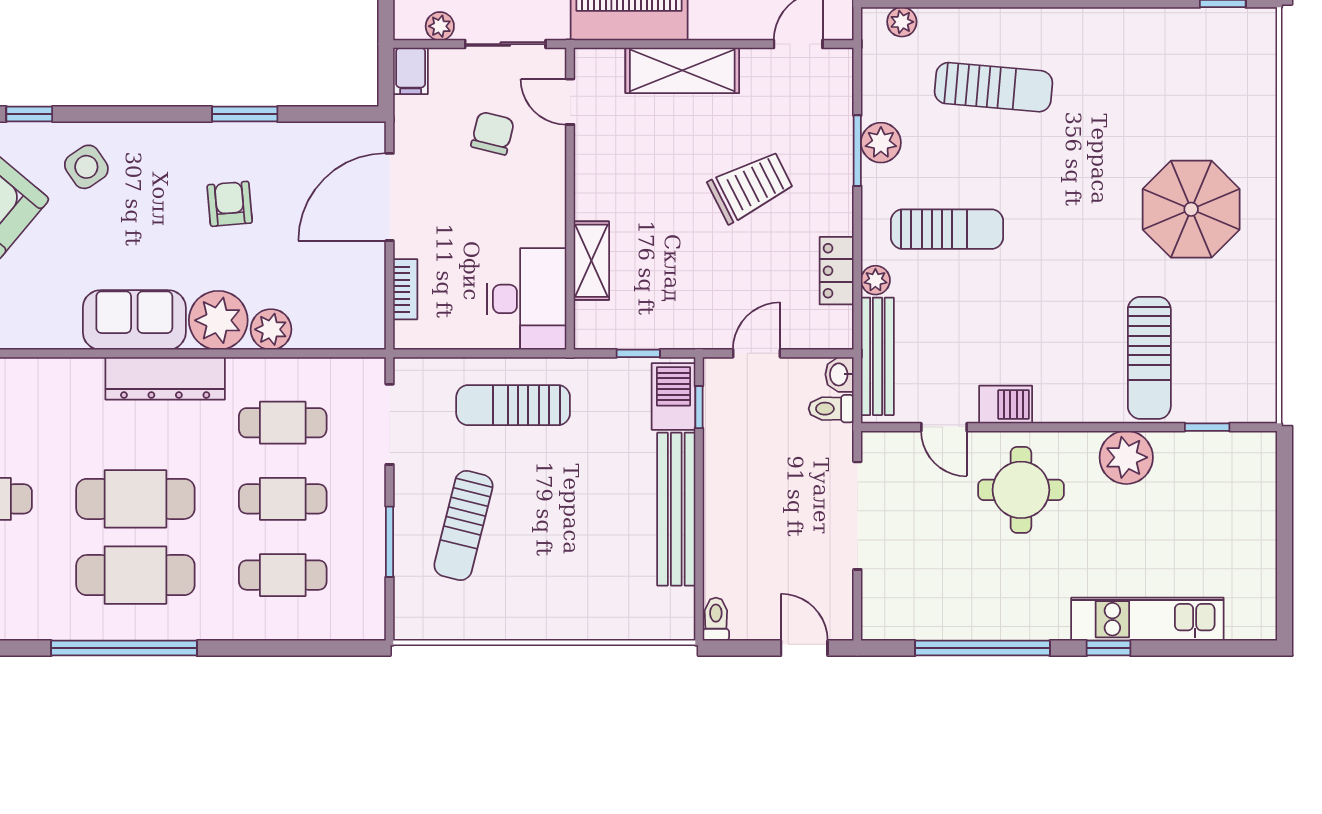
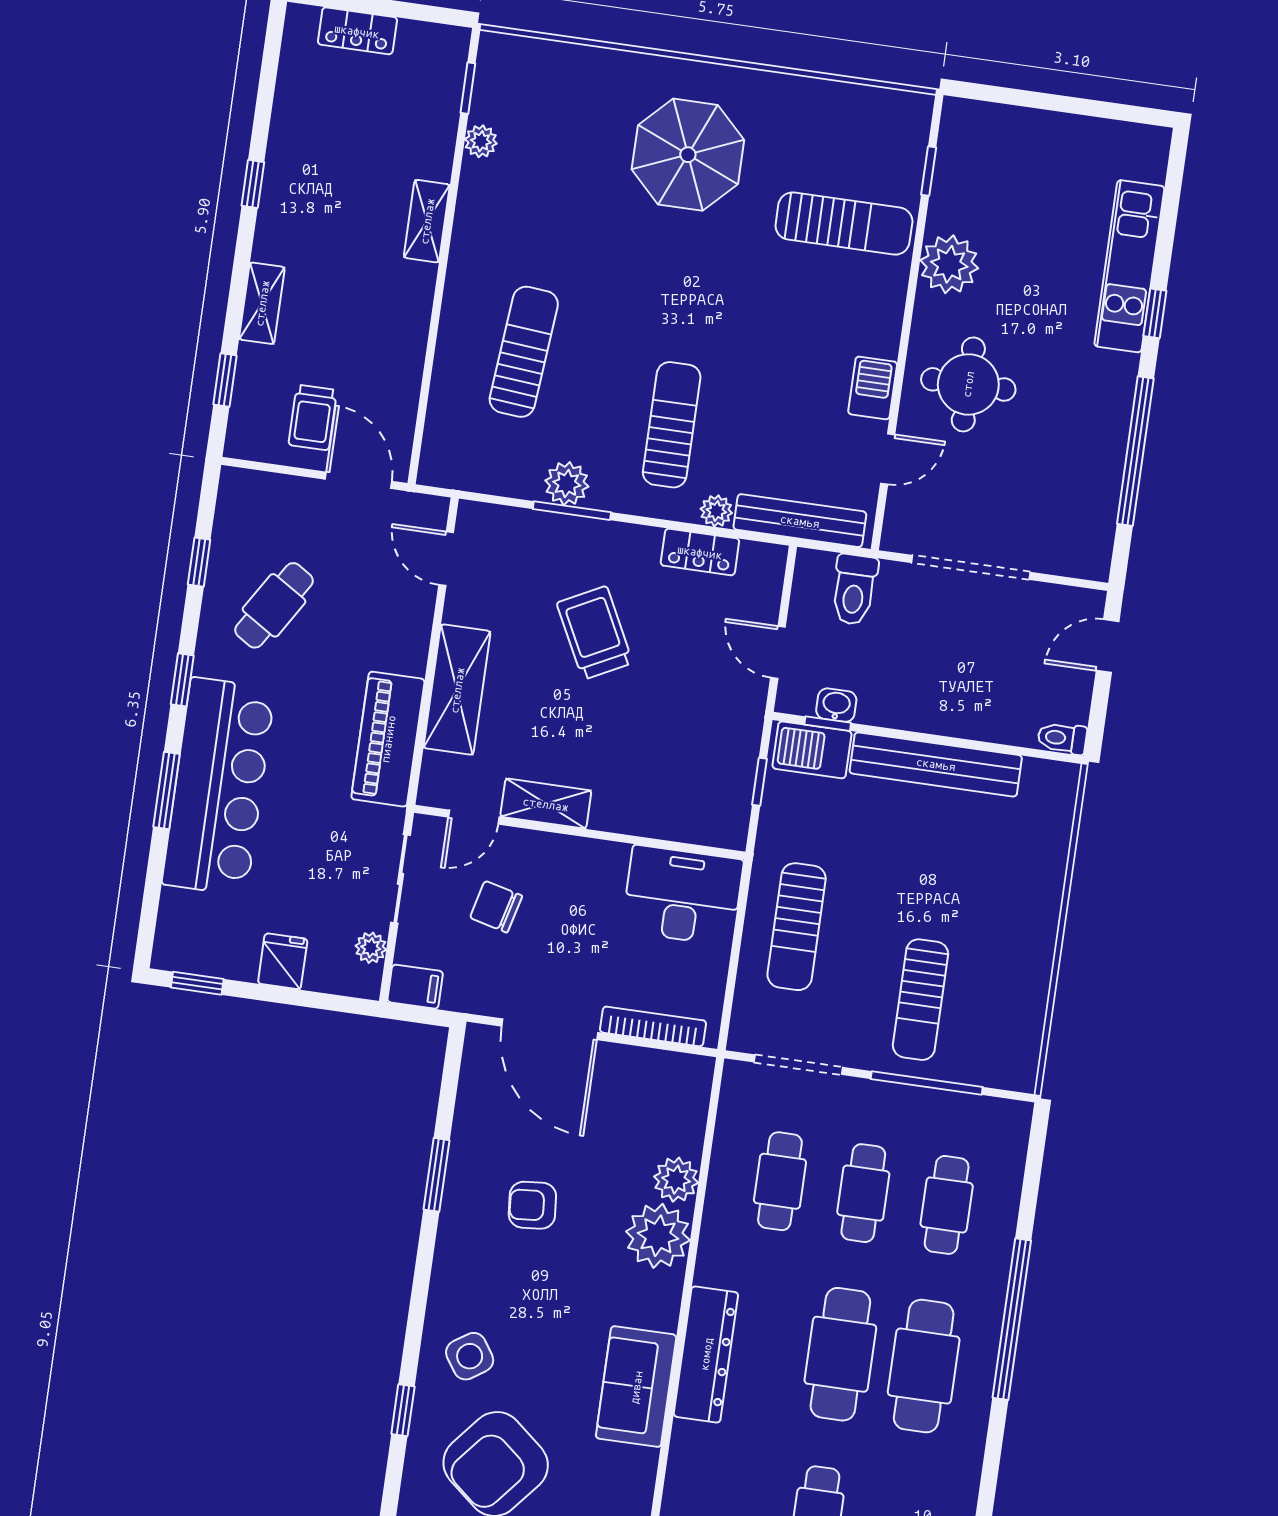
plant: (902, 22) -> (481, 141), moved
shelving: (591, 261) -> (546, 804), moved
bookcase: (405, 289) -> (653, 1026), width x1.56
sofa: (134, 320) -> (636, 1387), moved
washbasin: (840, 374) -> (836, 705), moved, turned 180
dresser: (165, 378) -> (706, 1354), moved
toilet: (831, 409) -> (854, 590), width x1.37, depth x1.39
sun lounger: (463, 525) -> (921, 1000), turned 76
window: (390, 542) -> (927, 1083), width x1.44
window: (124, 648) -> (1012, 1319), moved

